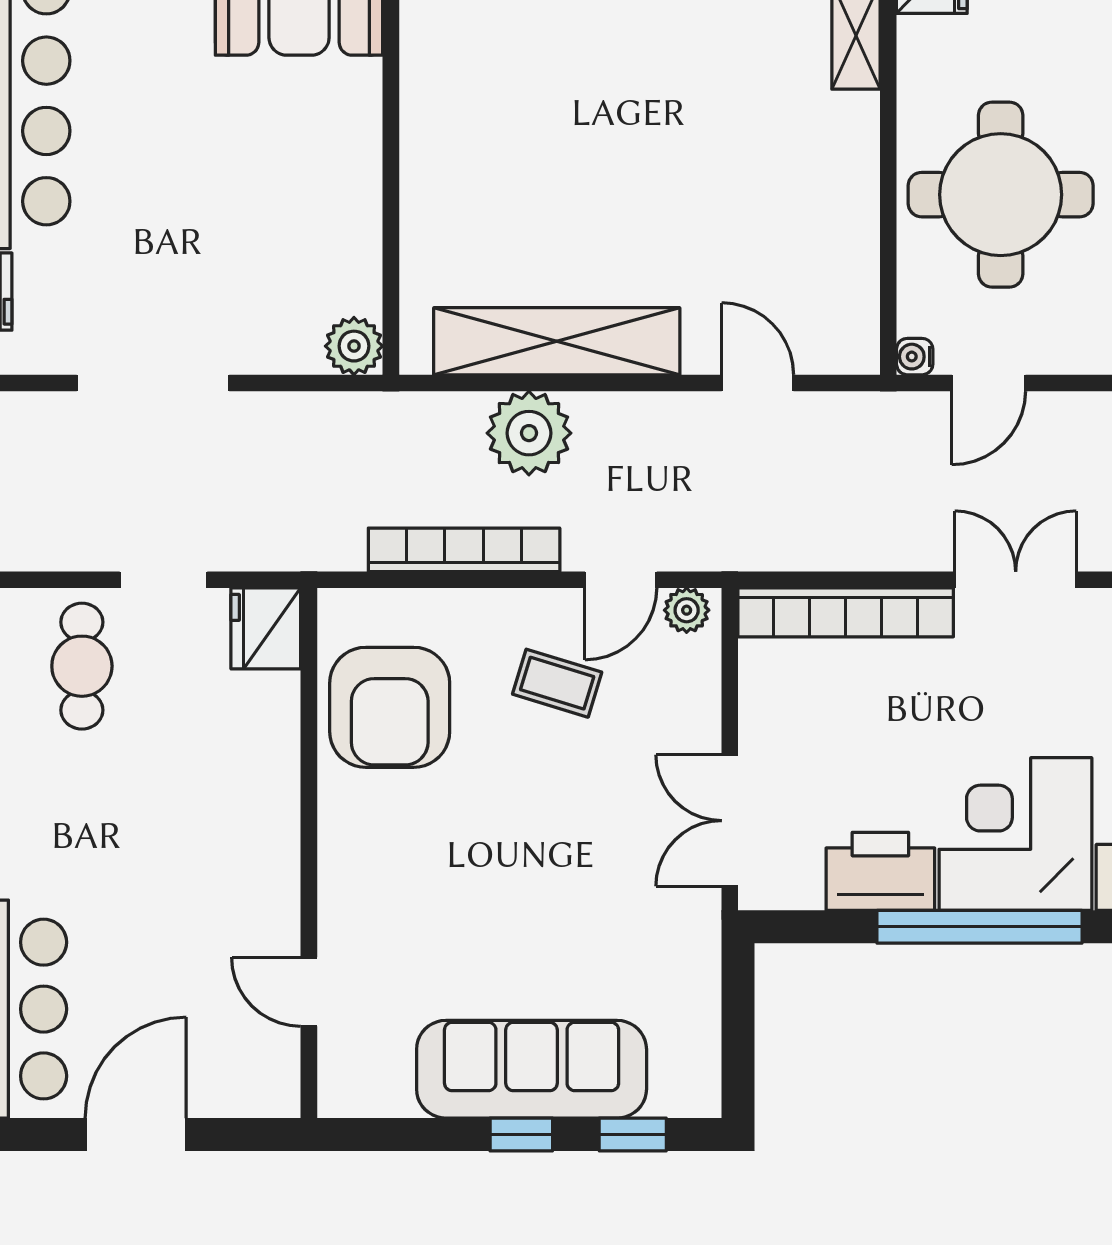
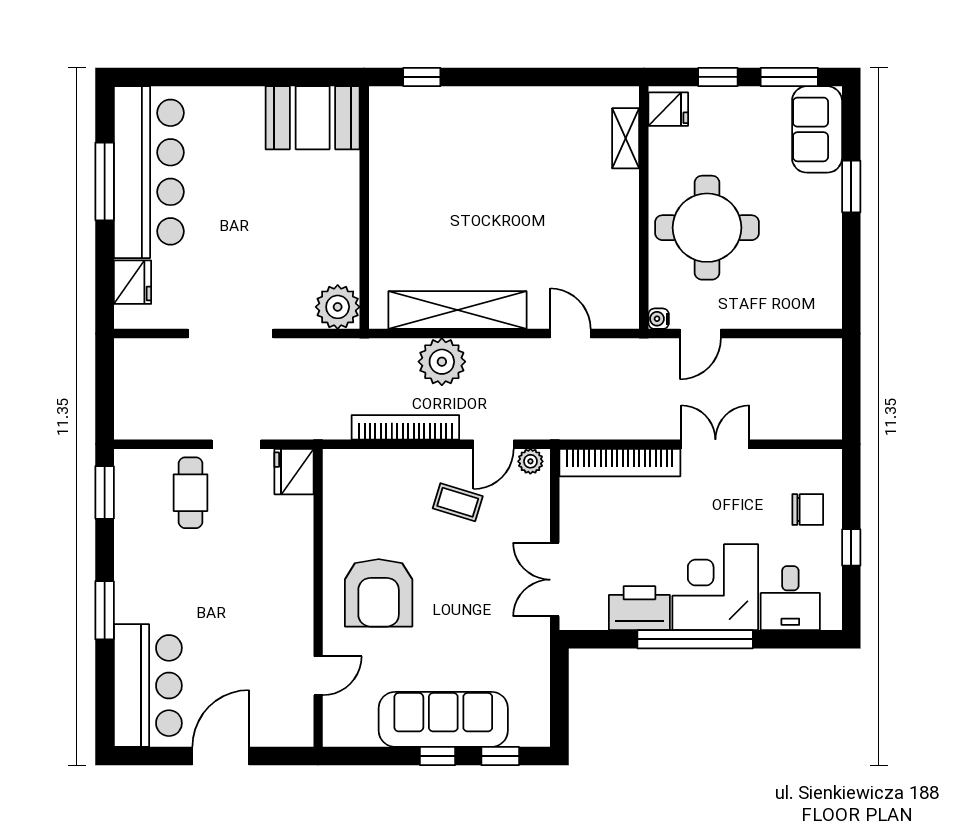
plant: (354, 346) -> (338, 307), width x1.36, depth x1.36
armchair: (390, 707) -> (379, 593), moved
door: (309, 992) -> (318, 676), swing flipped

